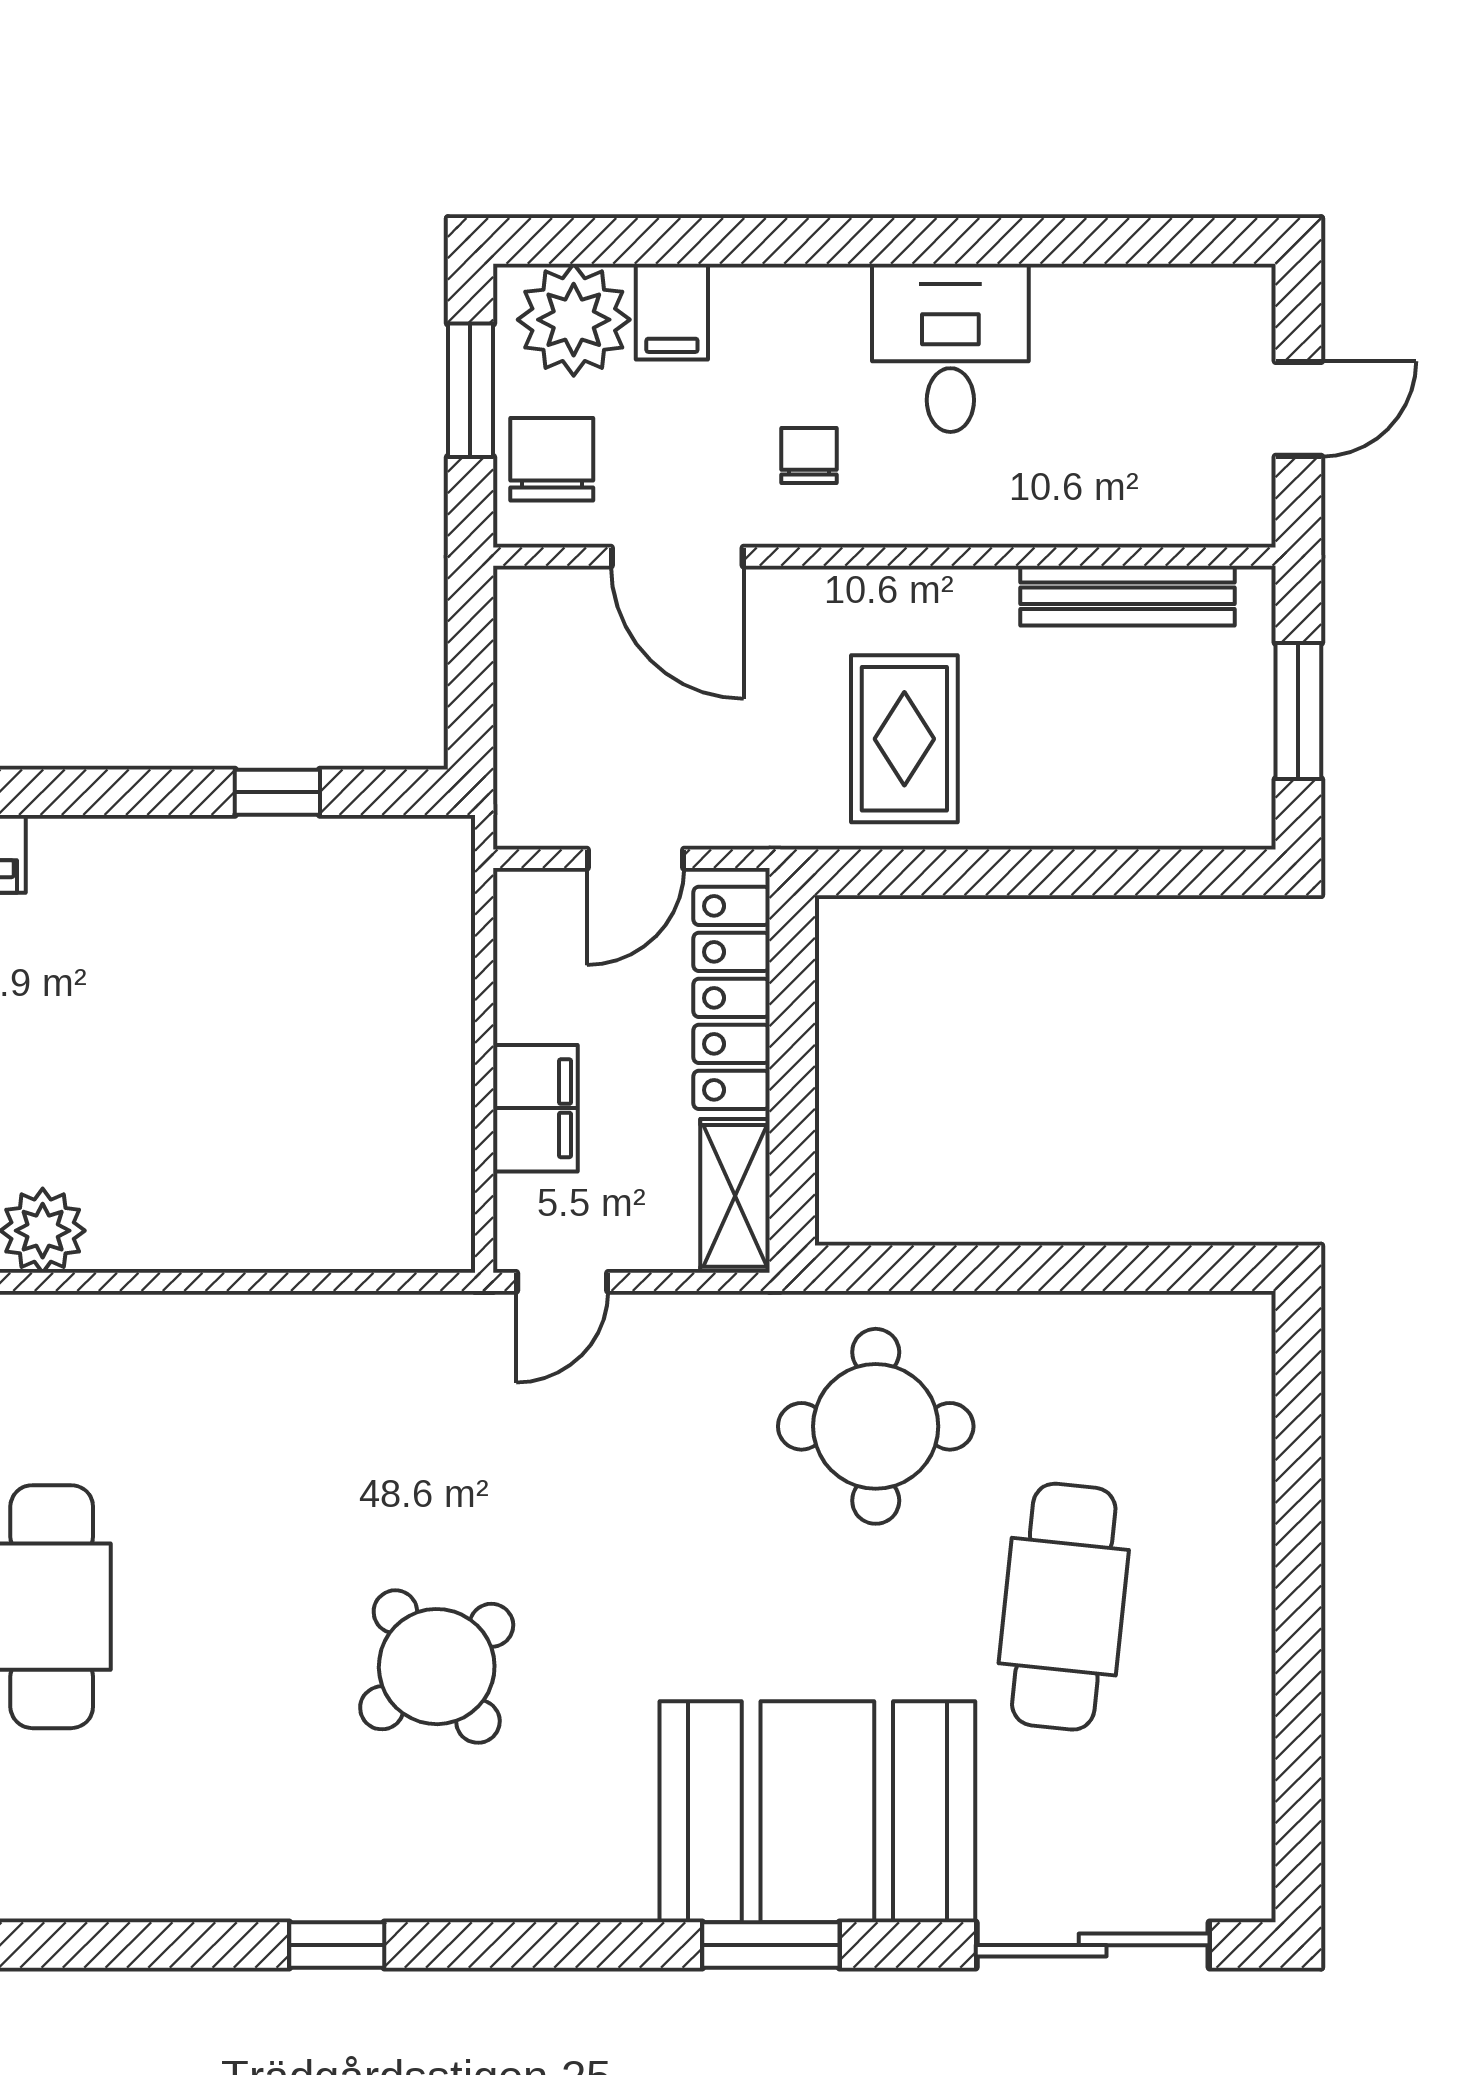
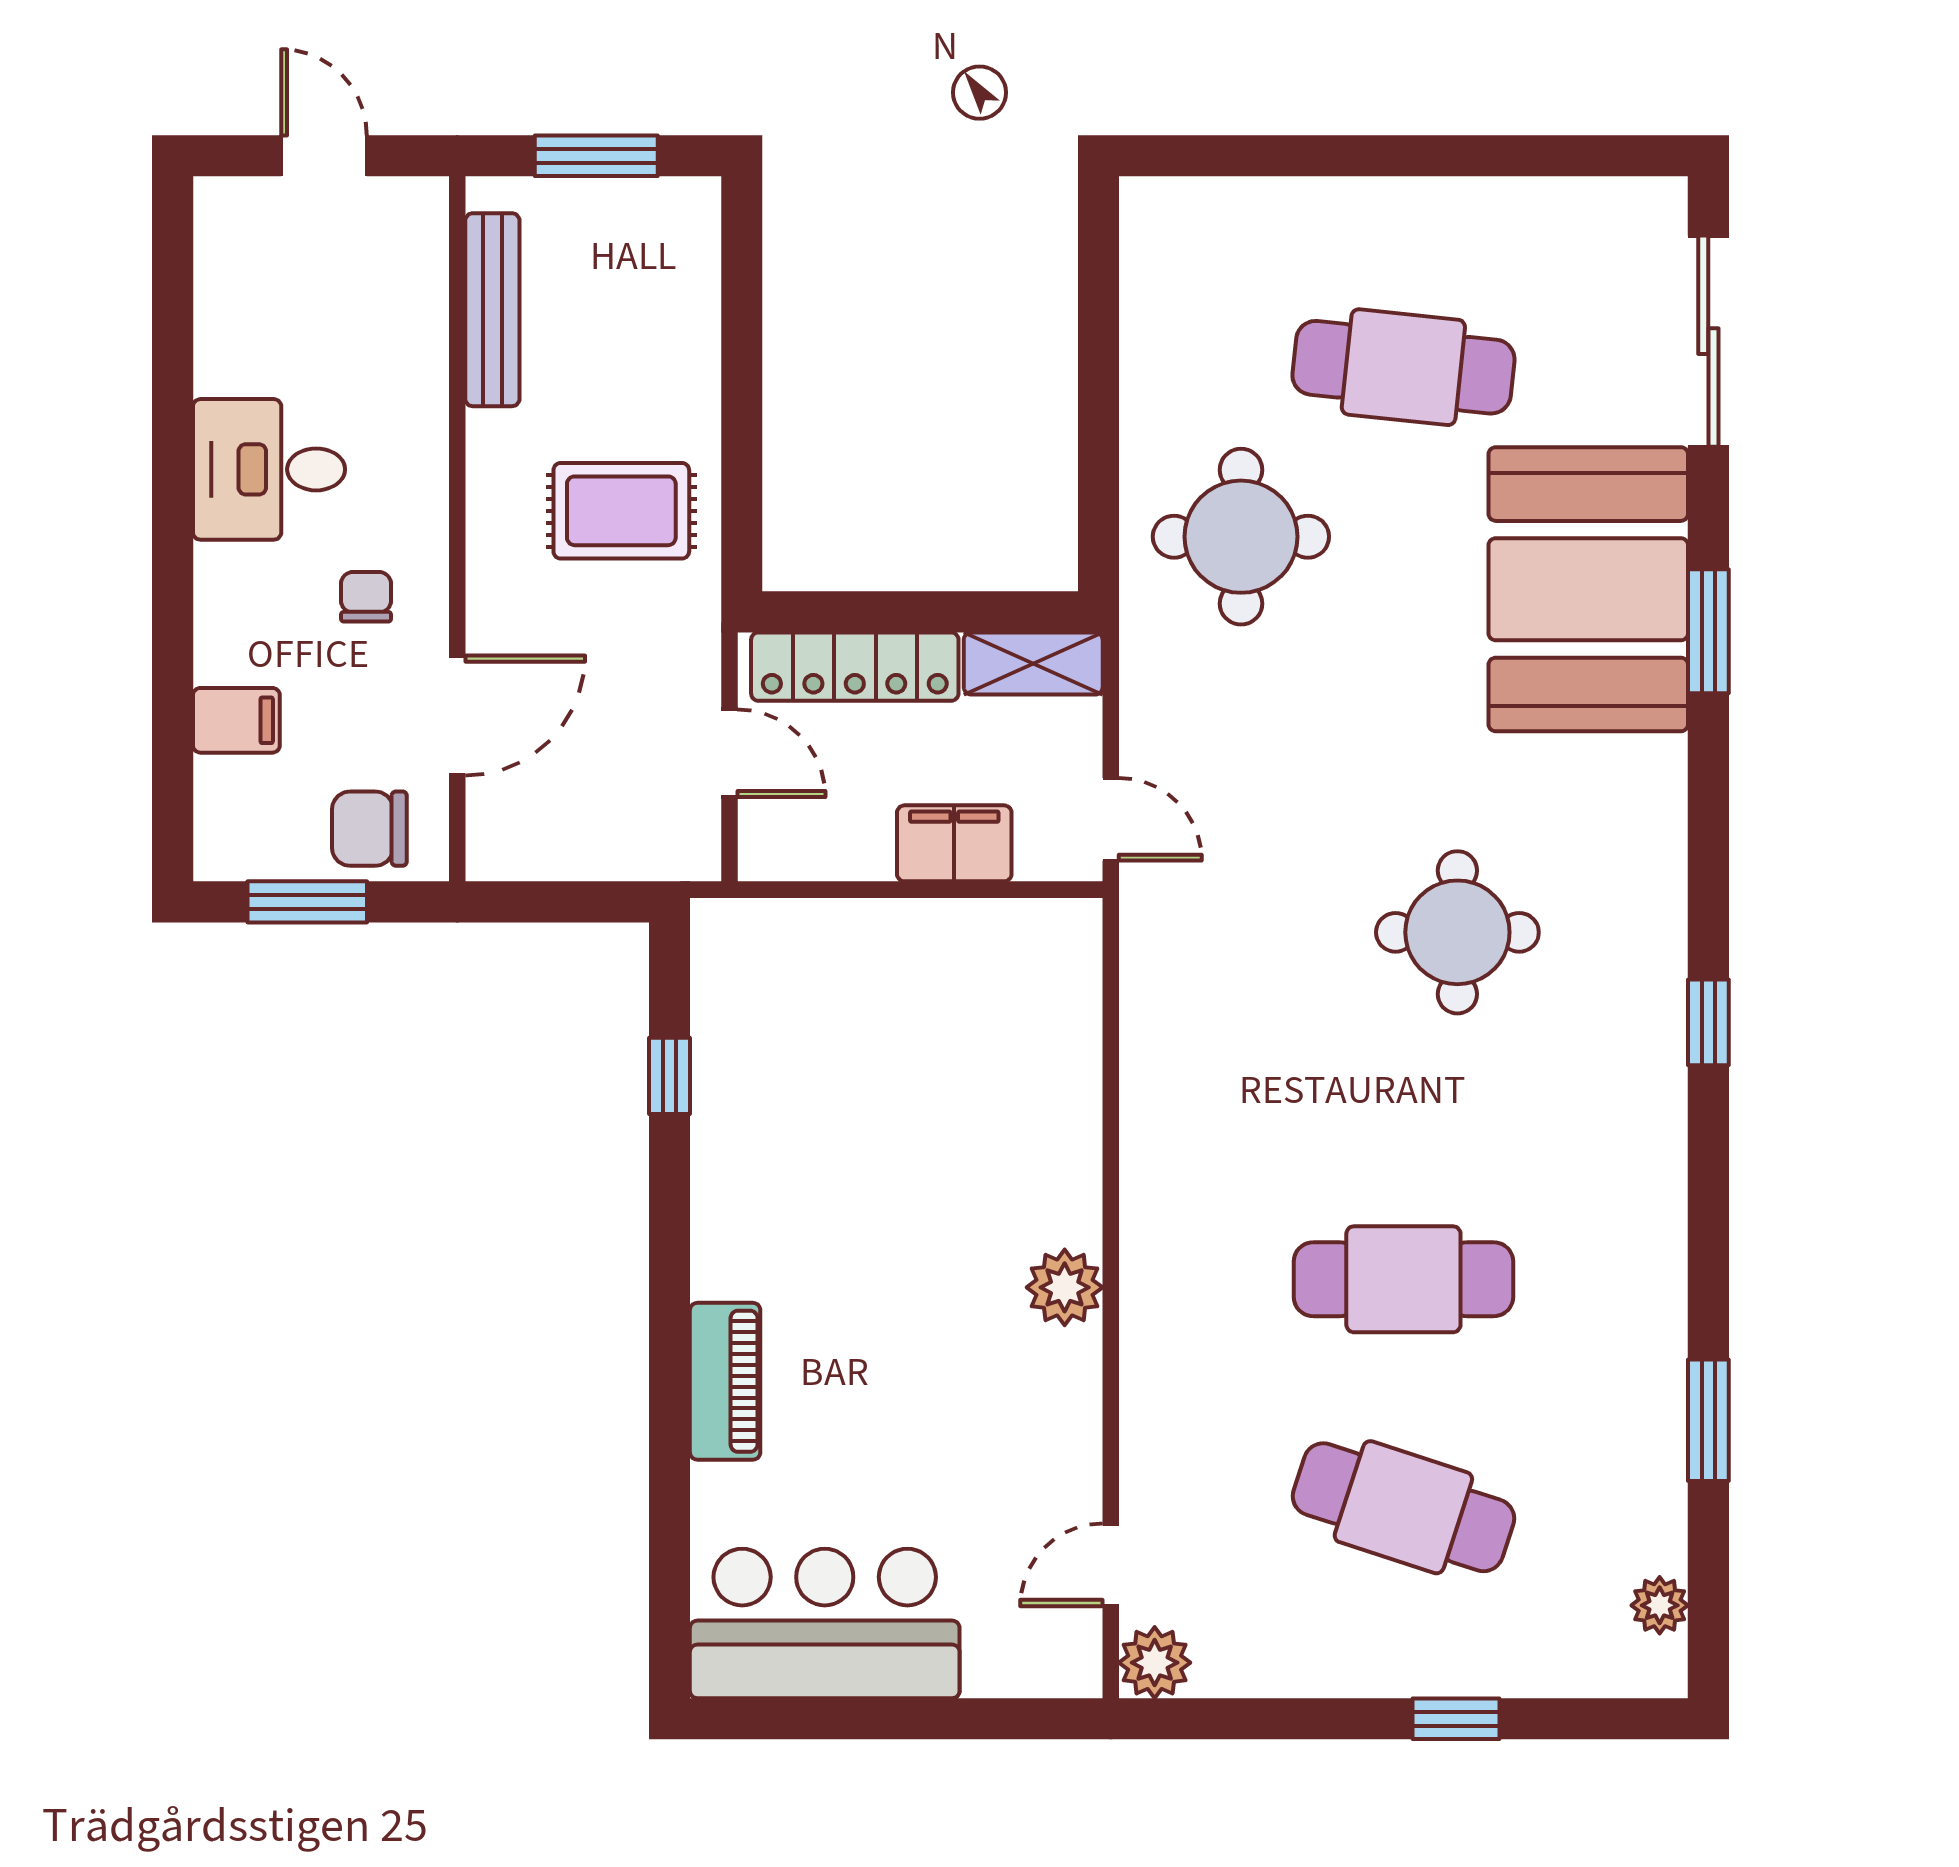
plant: (574, 320) -> (244, 809), removed
chair: (809, 456) -> (366, 597), turned 90
round table: (437, 1667) -> (1457, 932), turned 37

